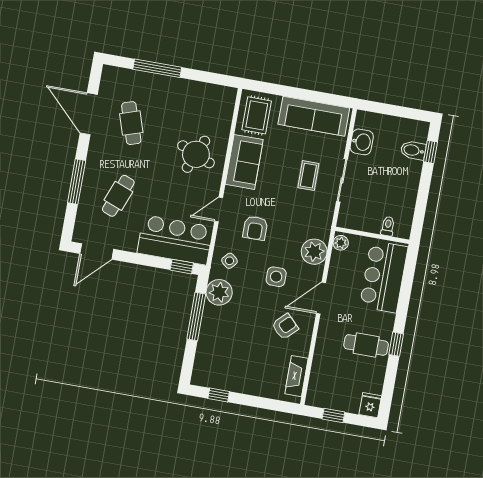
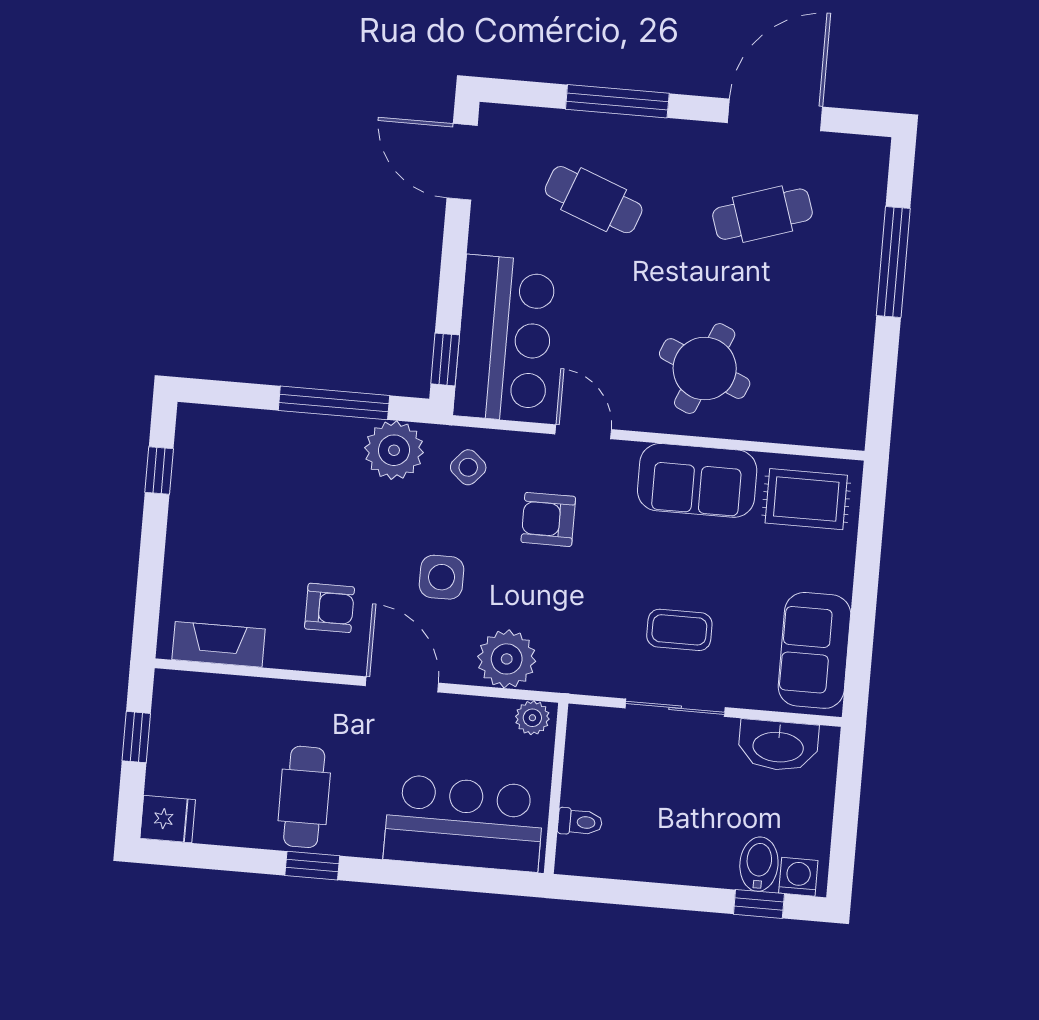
sofa: (314, 116) -> (814, 650), width x0.73
washing machine: (420, 134) -> (798, 877), added
washbasin: (362, 142) -> (778, 746), width x1.38
armchair: (285, 327) -> (329, 608), turned -45

